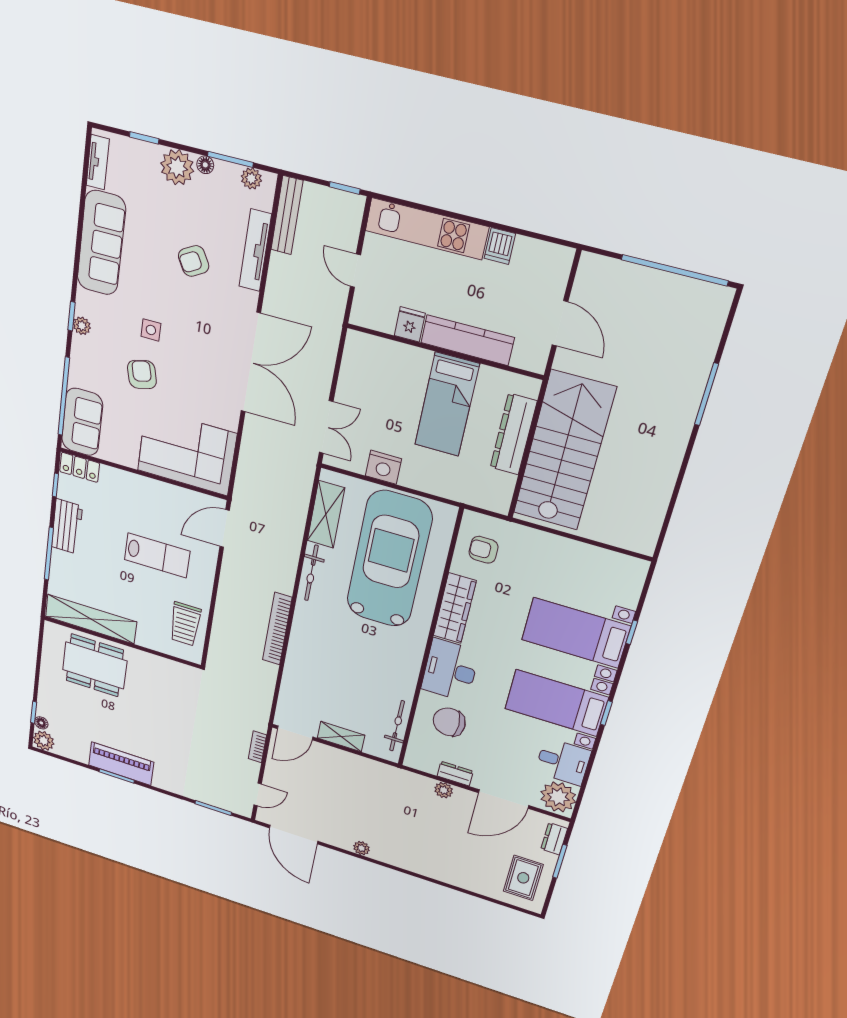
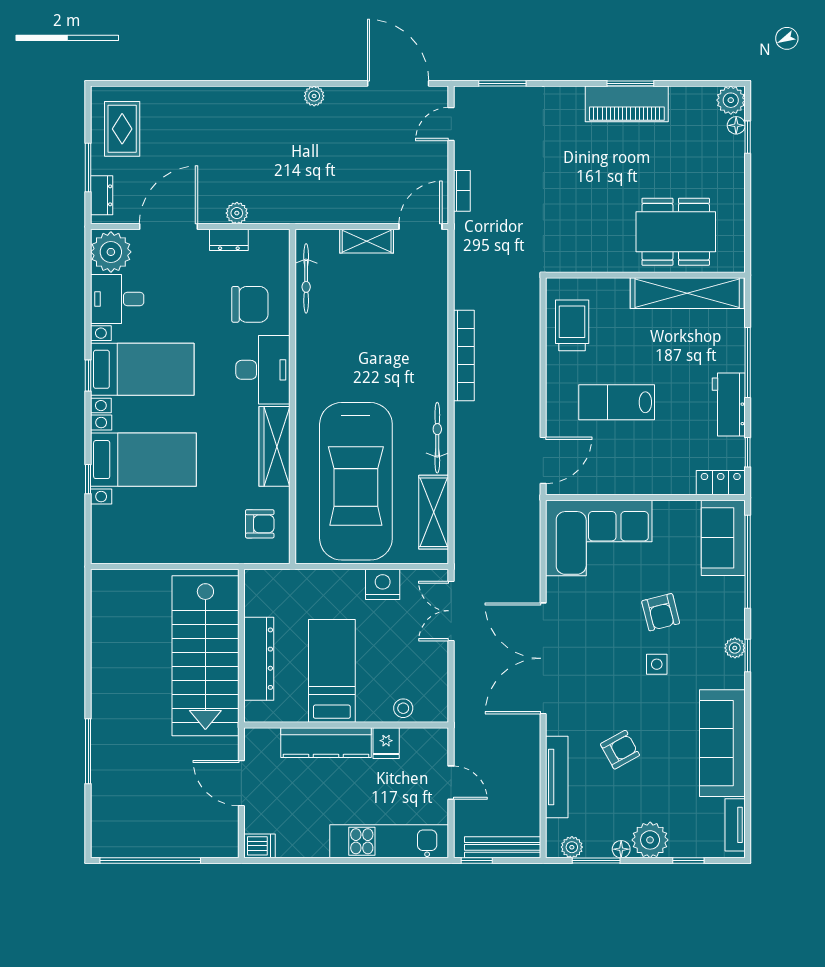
bench: (287, 215) -> (503, 847), moved, turned 90
dishwasher: (500, 246) -> (260, 846), moved, turned 90
stool: (387, 352) -> (403, 708), added

